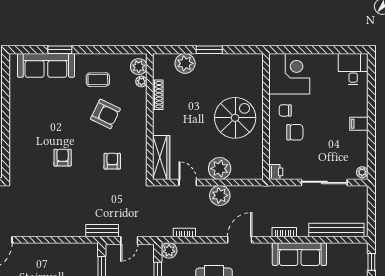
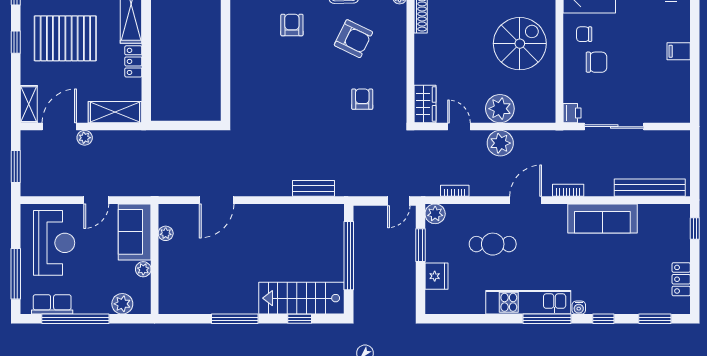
armchair: (63, 158) -> (292, 25), moved
wardrobe: (161, 158) -> (425, 104), width x0.67
plant: (362, 172) -> (683, 113), removed
sliding door: (324, 182) -> (614, 127), moved
bench: (102, 231) -> (314, 188), moved
bookcase: (284, 232) -> (568, 190), moved
door: (129, 241) -> (399, 201), moved

